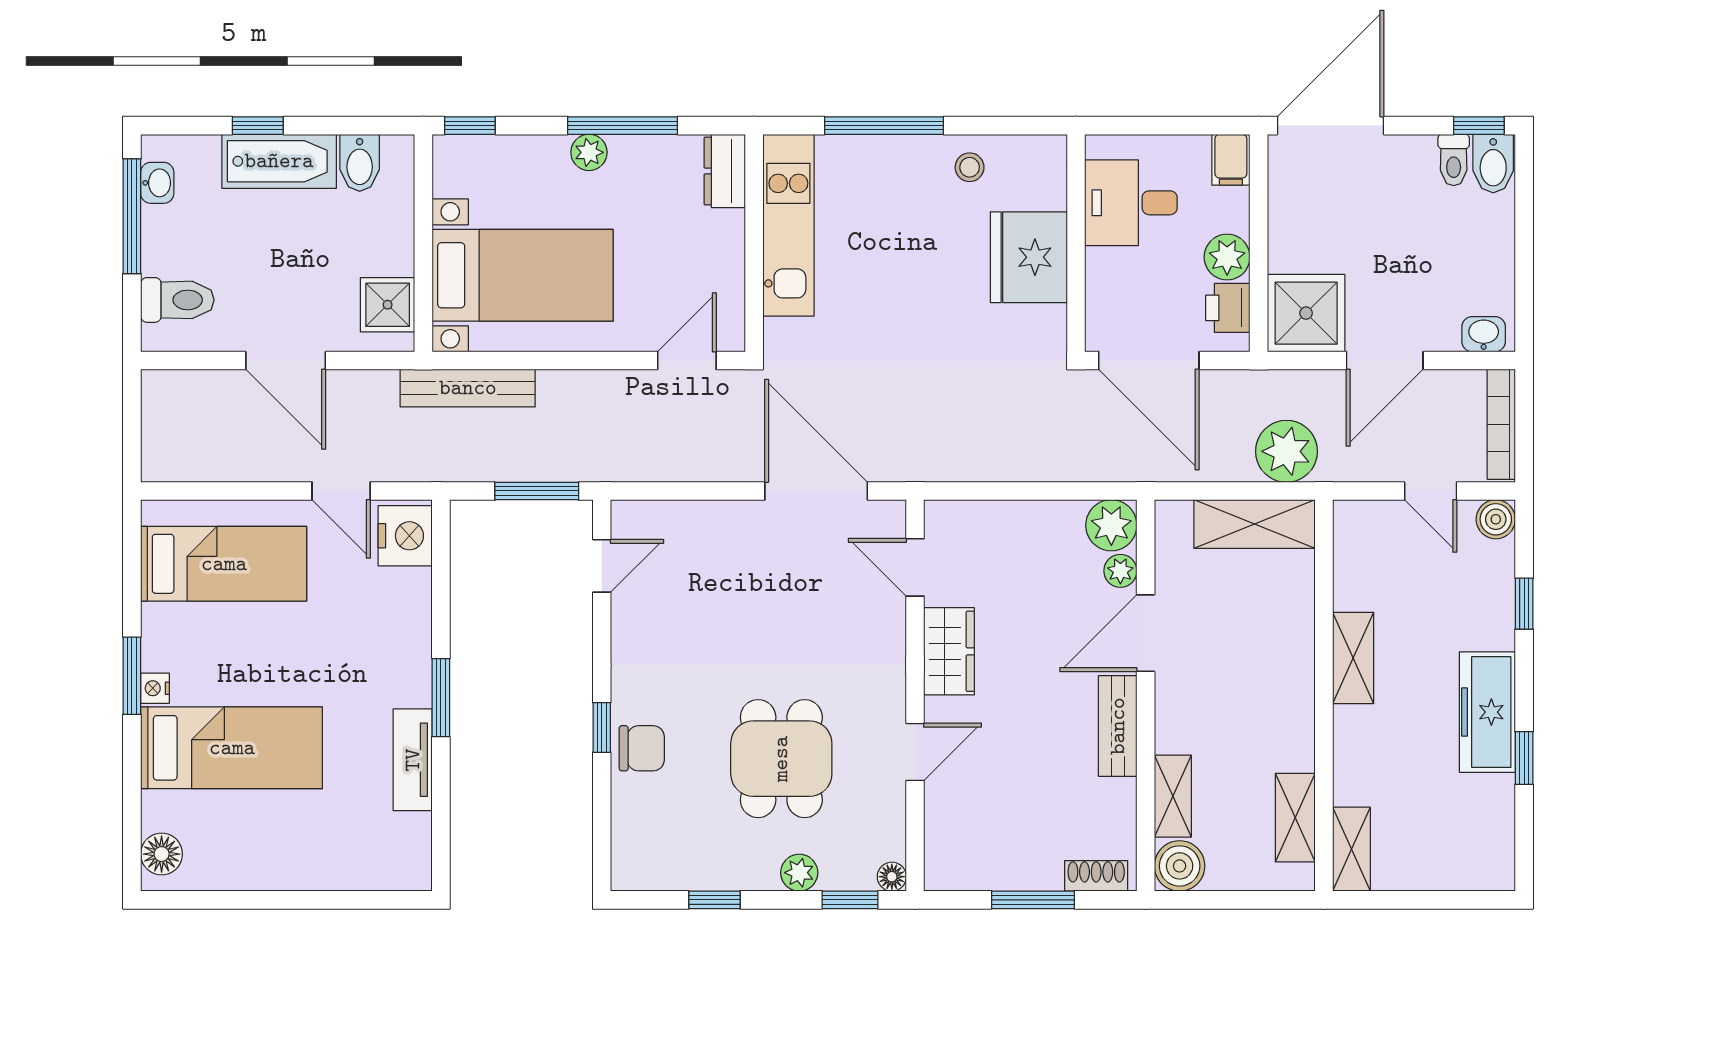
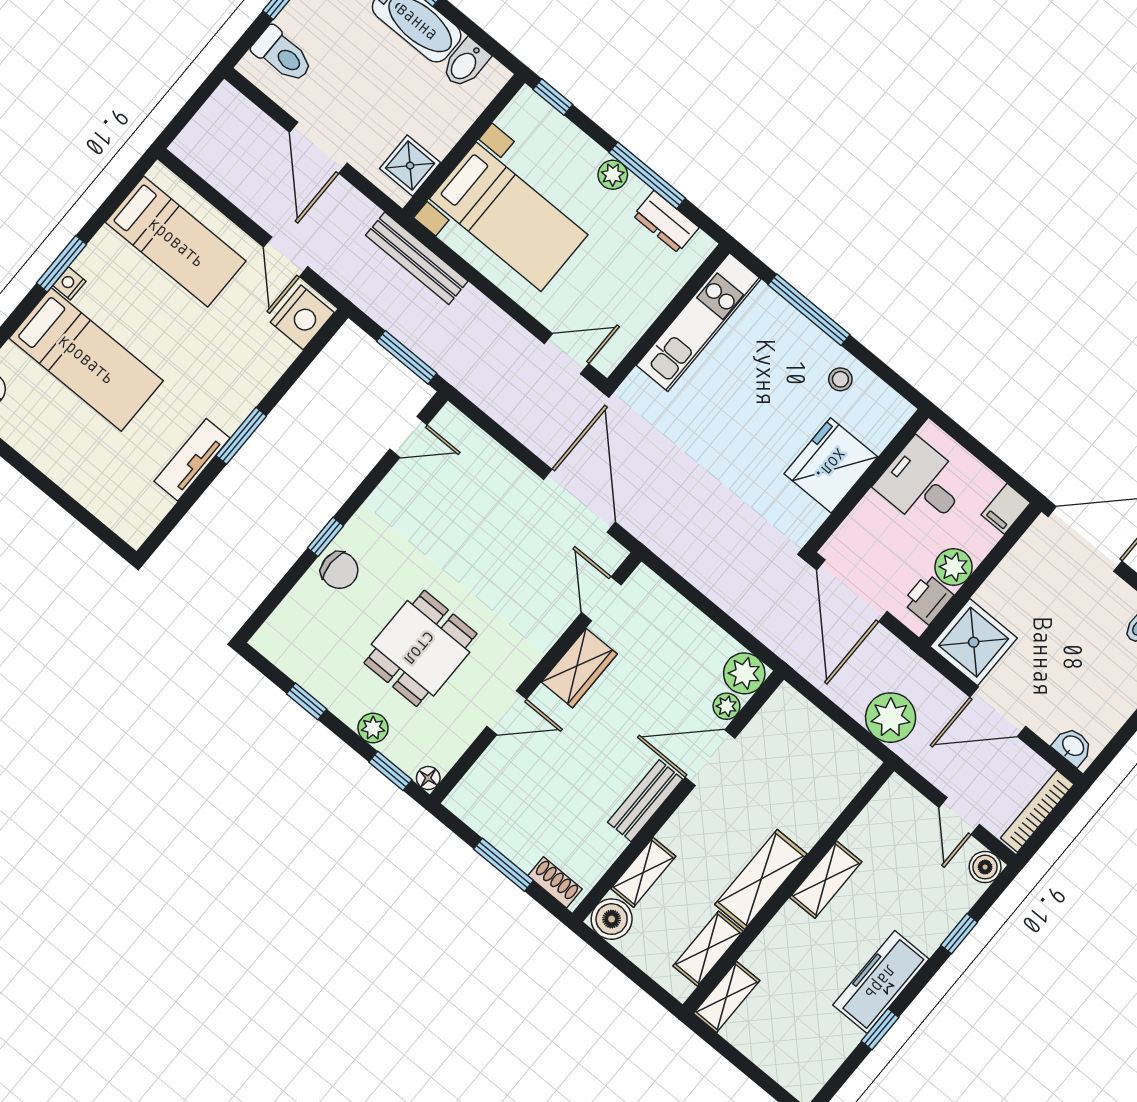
dresser: (725, 171) -> (666, 222), moved, turned -90
shelving: (1255, 524) -> (761, 879), moved, turned 90

